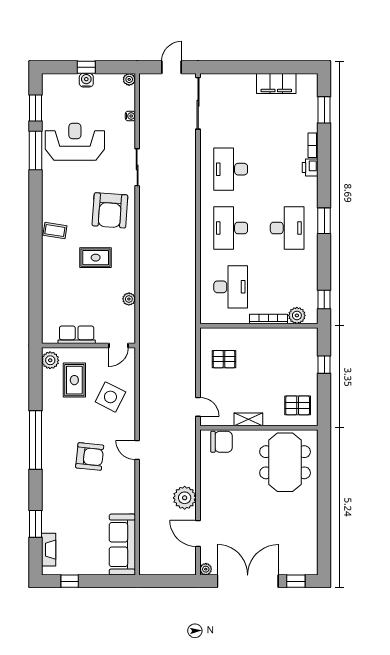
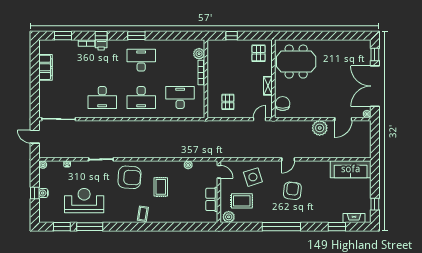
reception desk: (75, 142) -> (84, 201), turned 90
window: (324, 300) -> (101, 36), moved
side table: (110, 397) -> (253, 177), turned 45

